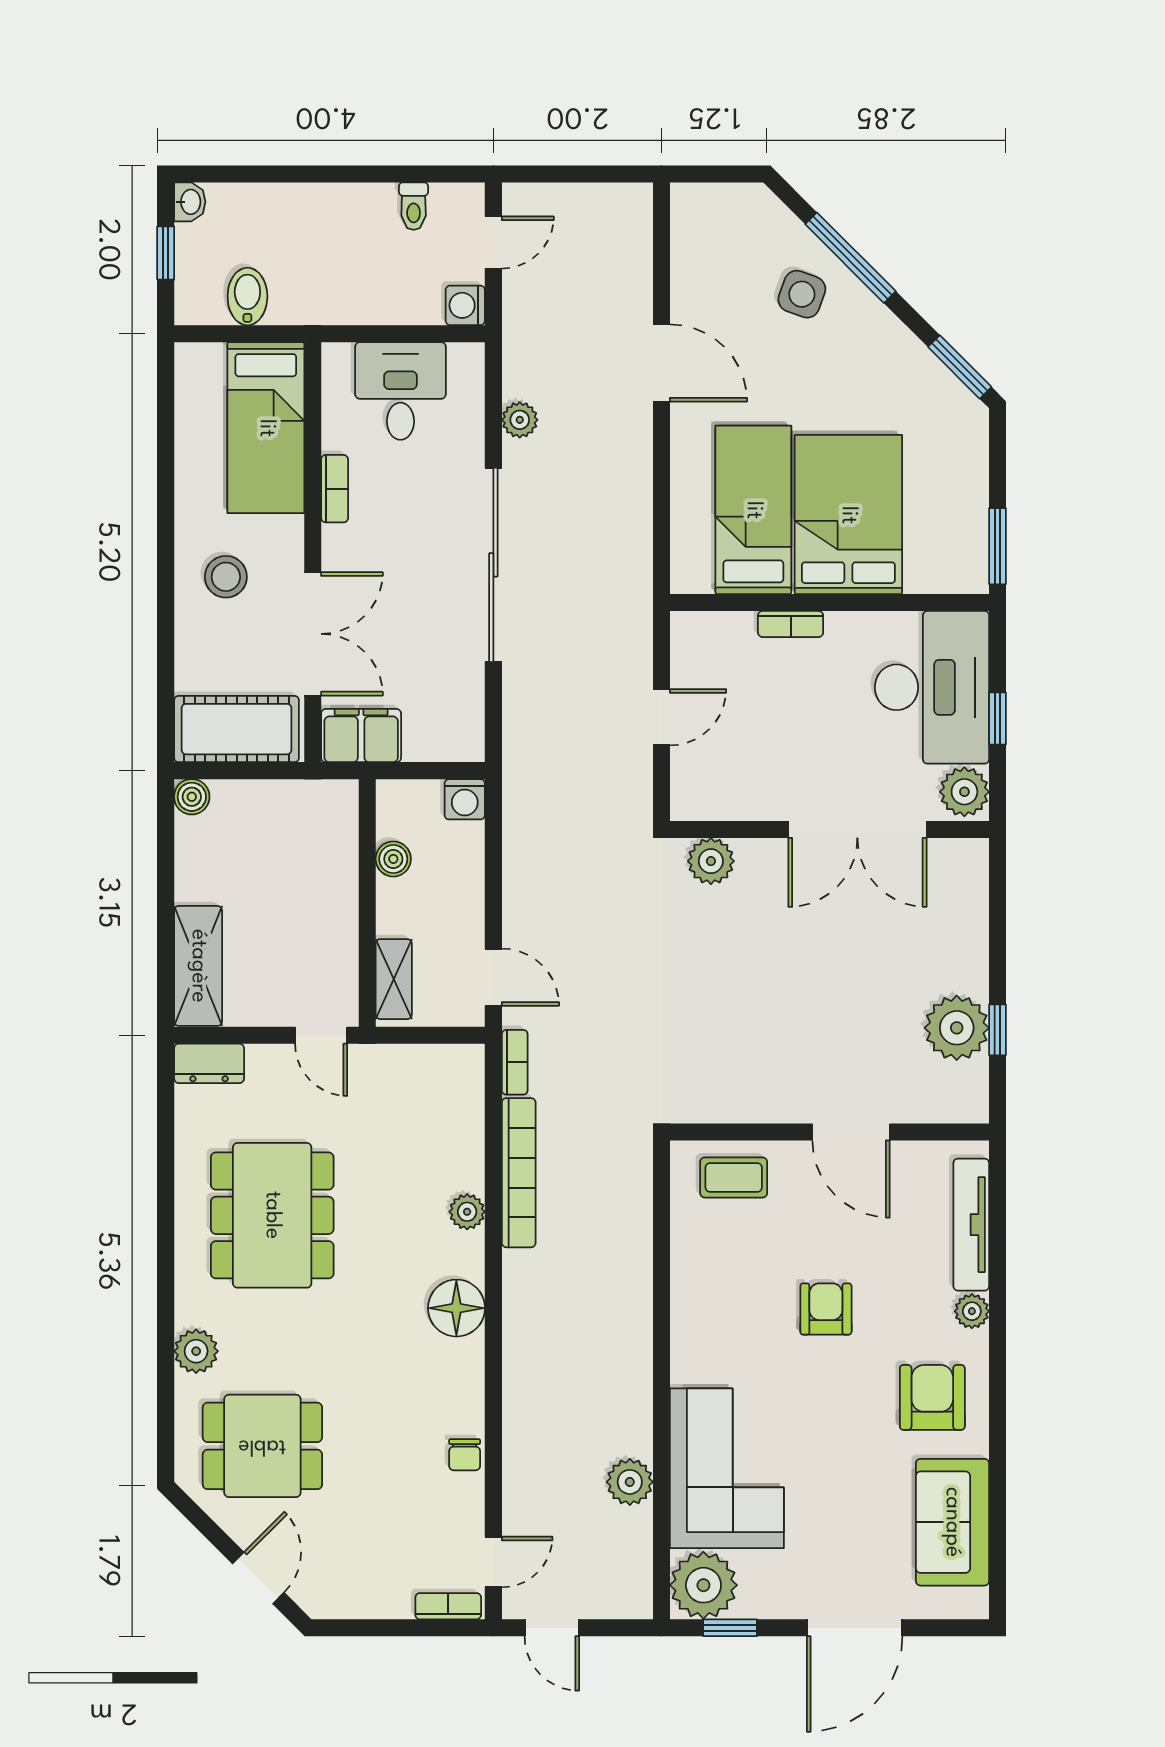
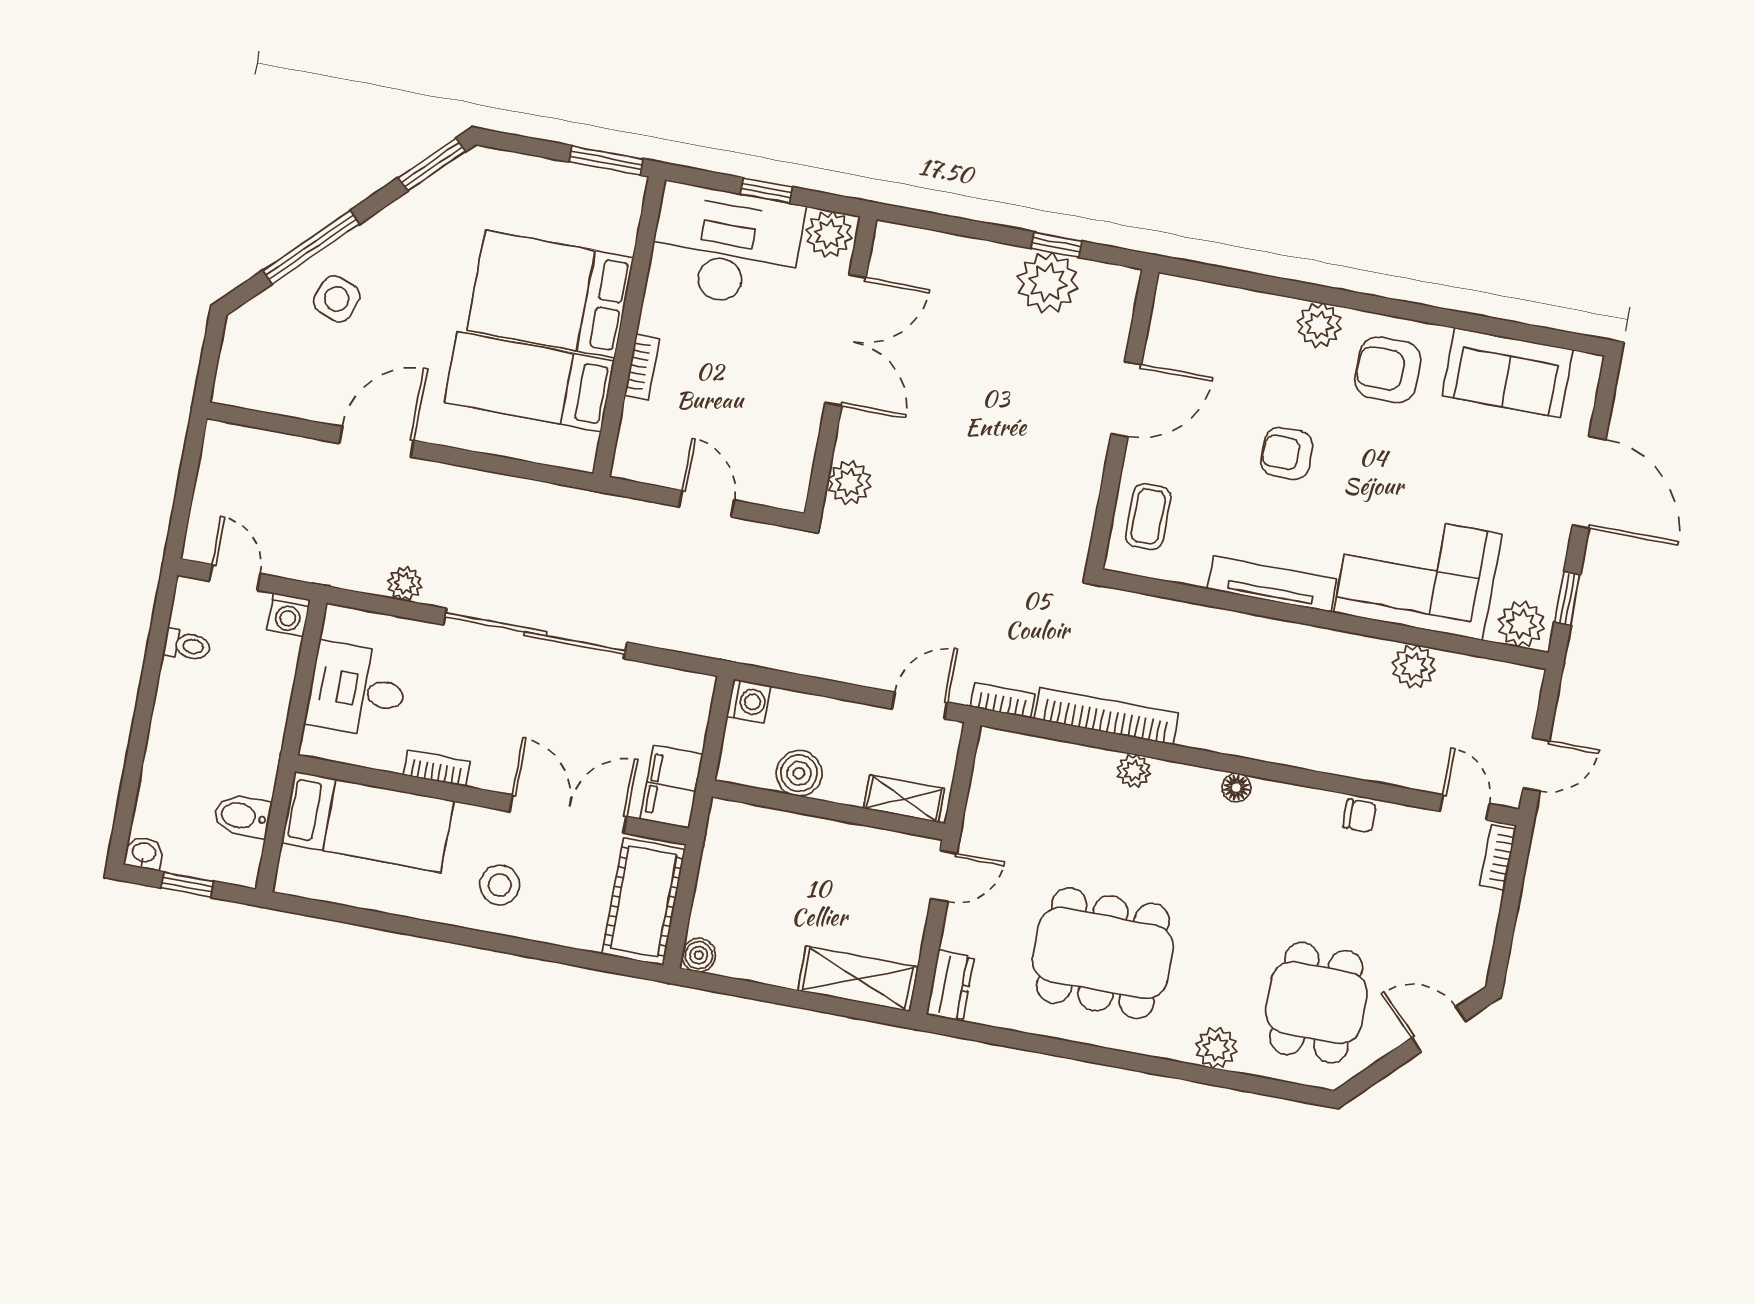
boiler: (393, 859) -> (799, 773), width x1.36, depth x1.36
tv unit: (971, 1225) -> (1272, 584), moved, turned 180
floor lamp: (456, 1308) -> (1236, 787), width x0.53, depth x0.53
plant: (972, 1311) -> (1319, 325), width x1.38, depth x1.38
plant: (703, 1585) -> (1521, 624), width x0.73, depth x0.73

